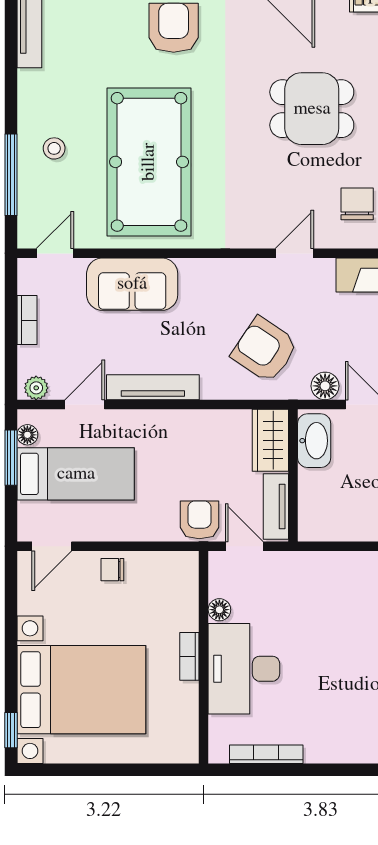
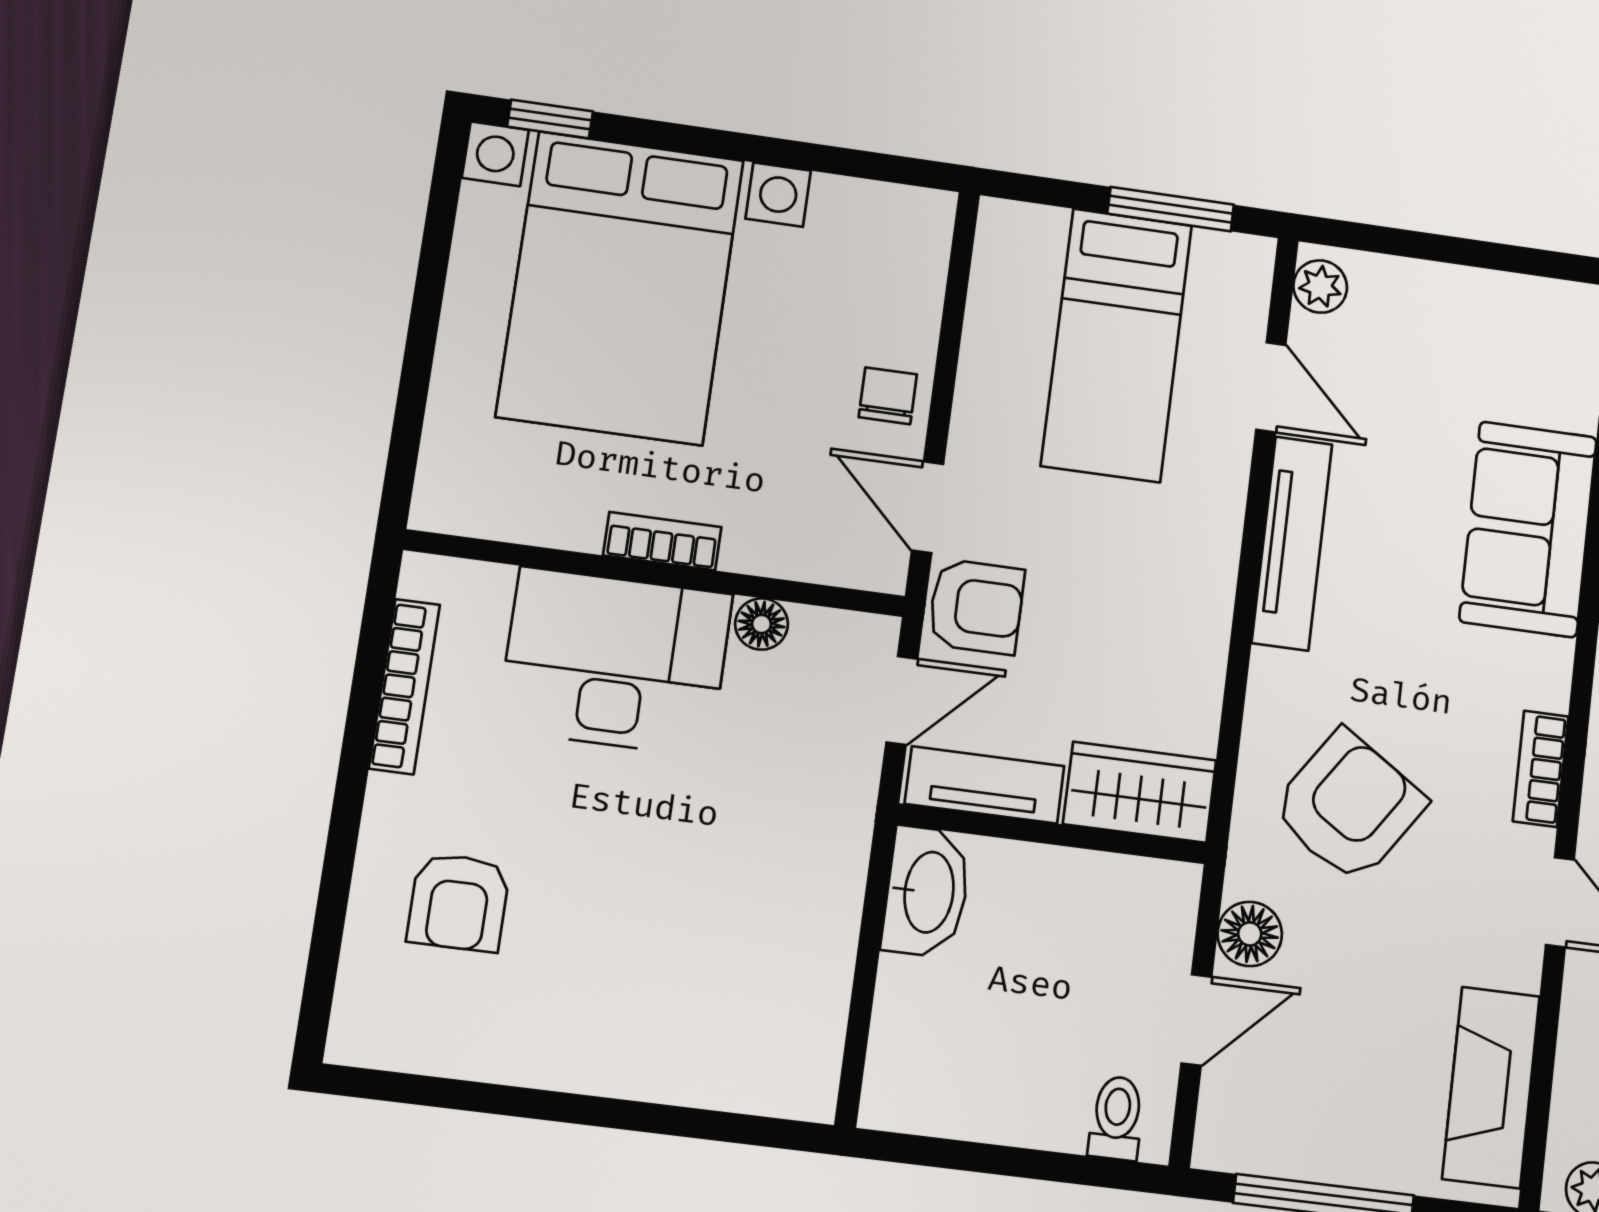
bookcase: (27, 320) -> (1541, 769), moved, turned 90
floor lamp: (27, 435) -> (1218, 252), removed
washbasin: (314, 441) -> (927, 892), moved, turned -90
door: (52, 546) -> (928, 507), moved
armchair: (354, 718) -> (459, 902), added

